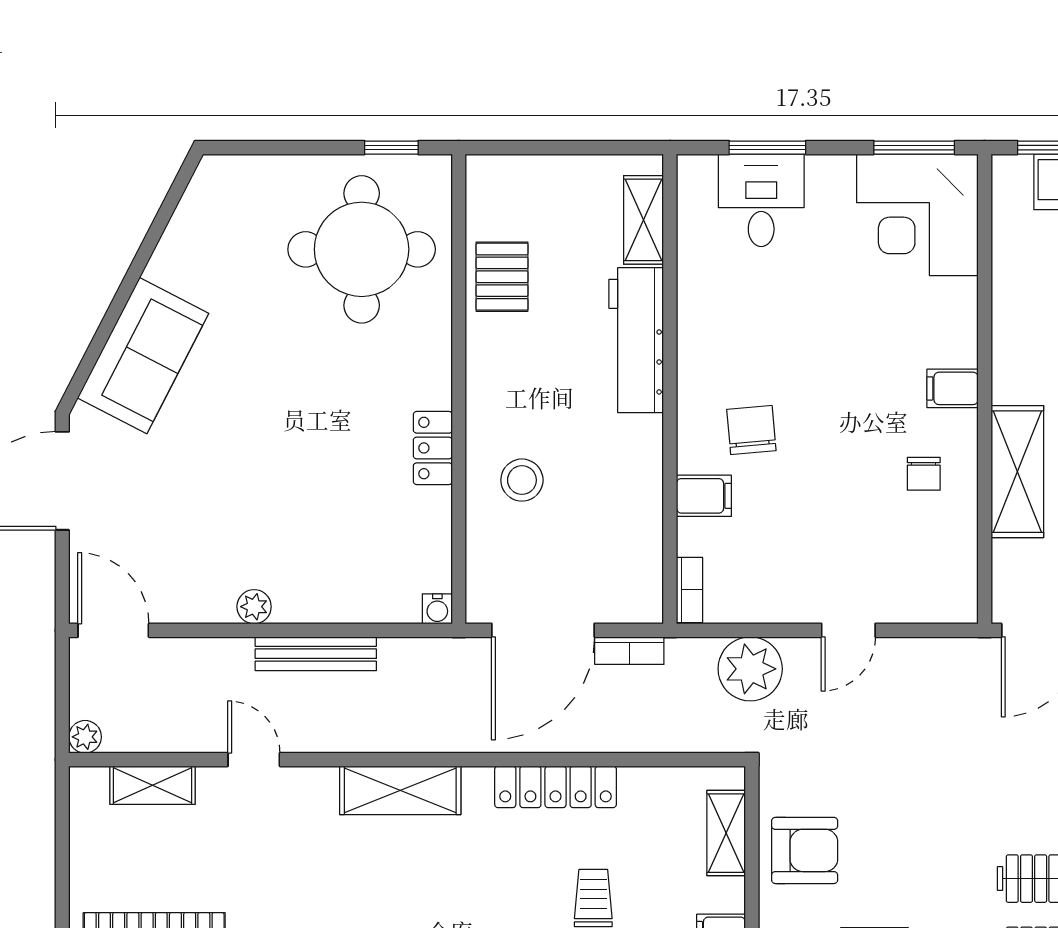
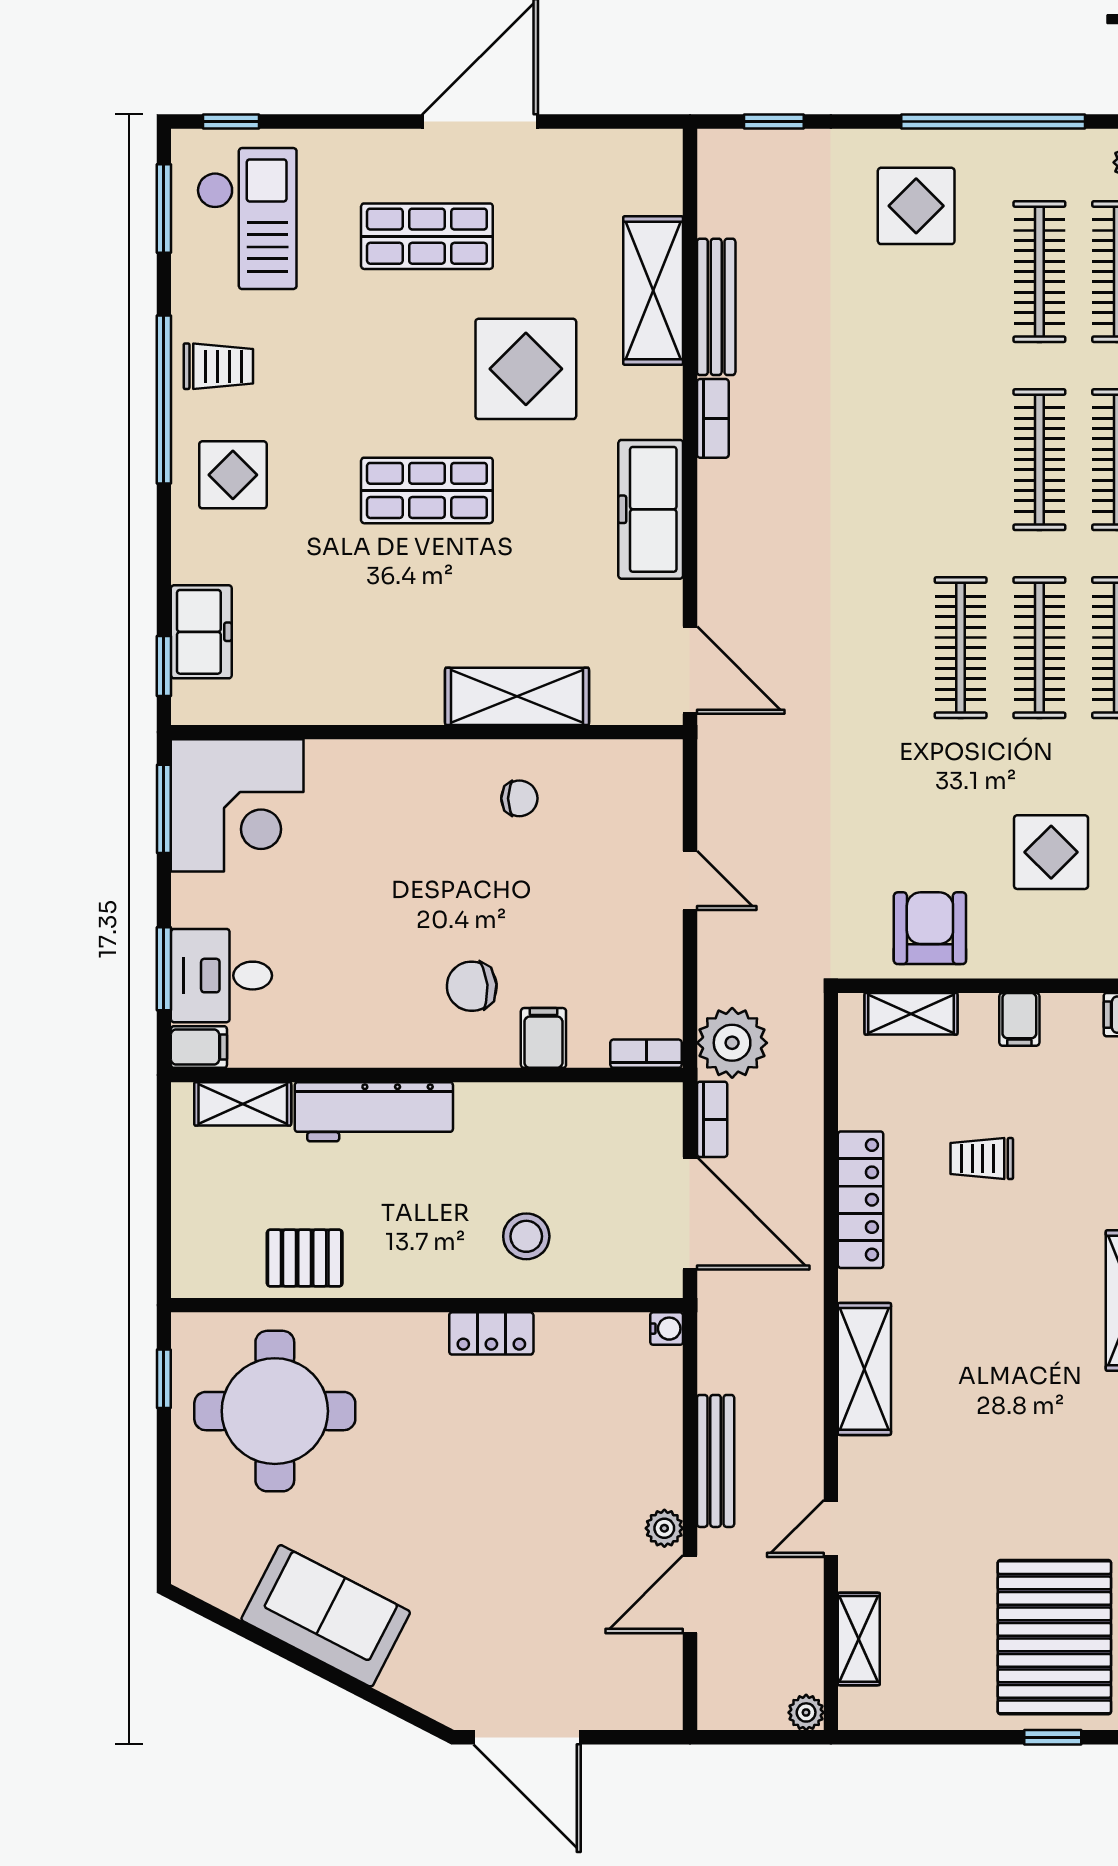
sofa: (143, 356) -> (326, 1616), moved
filing cabinet: (952, 388) -> (199, 1047), moved, turned -90
door: (113, 630) -> (690, 1594), moved
plant: (750, 669) -> (732, 1043), moved

